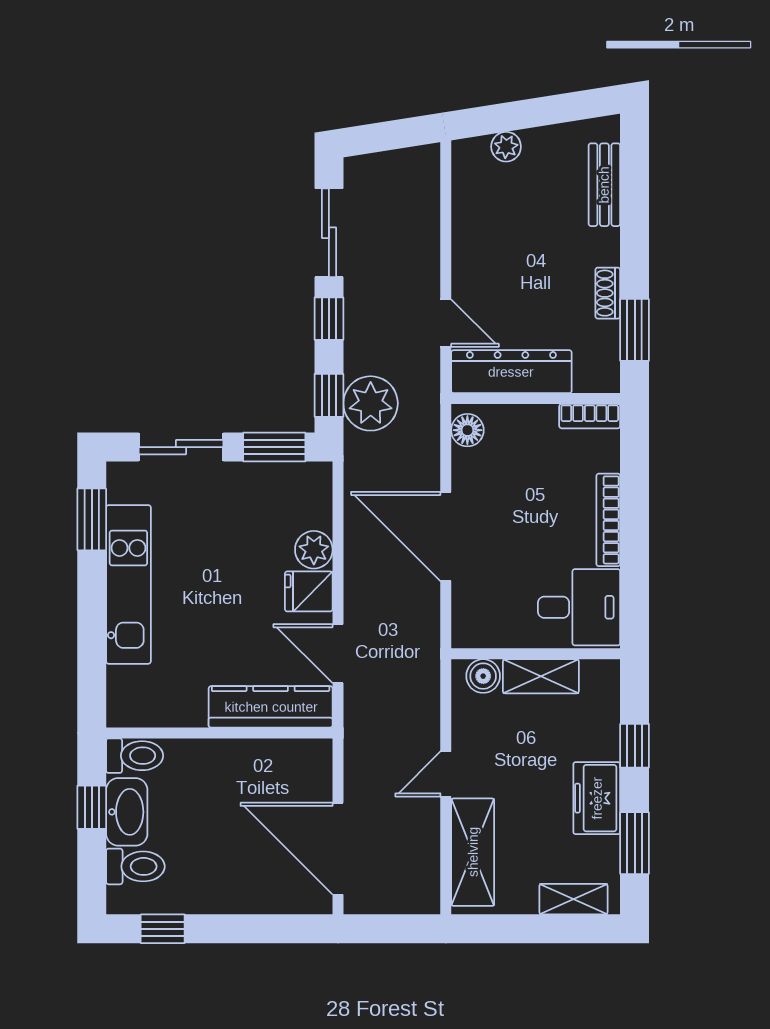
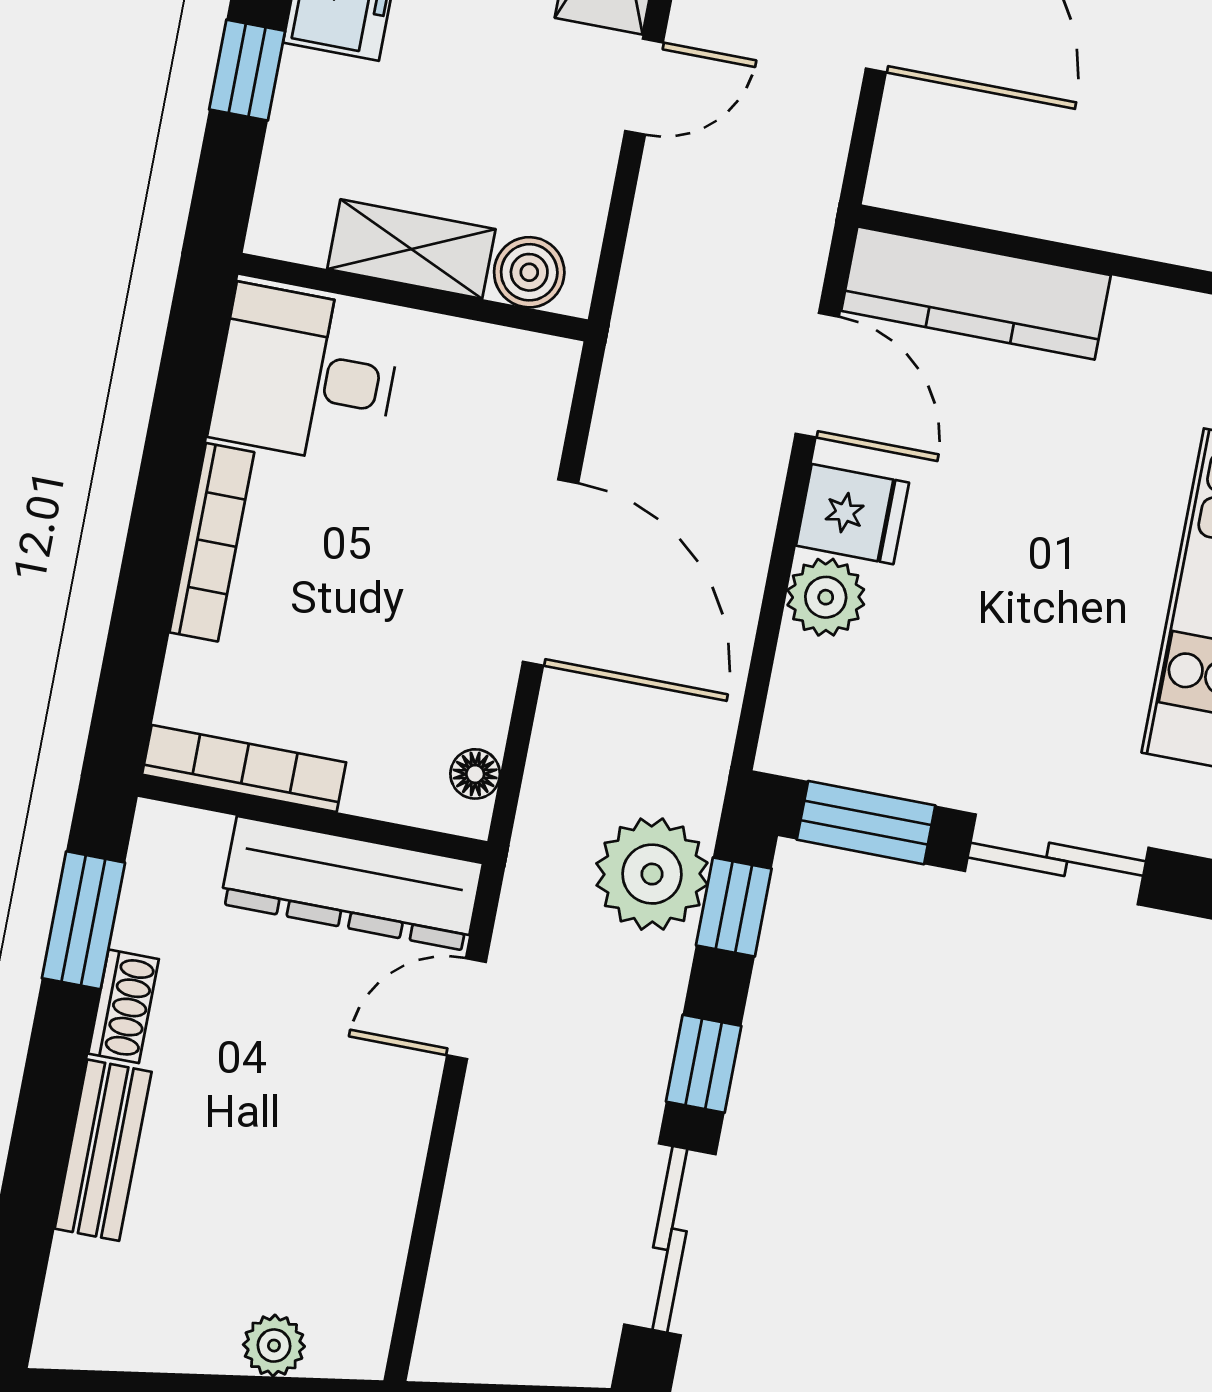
bench: (604, 185) -> (103, 1150), moved
door: (446, 323) -> (467, 1009), hinge flipped
bookcase: (590, 416) -> (244, 768), width x1.56
floor lamp: (467, 430) -> (475, 774), width x0.73, depth x0.73

